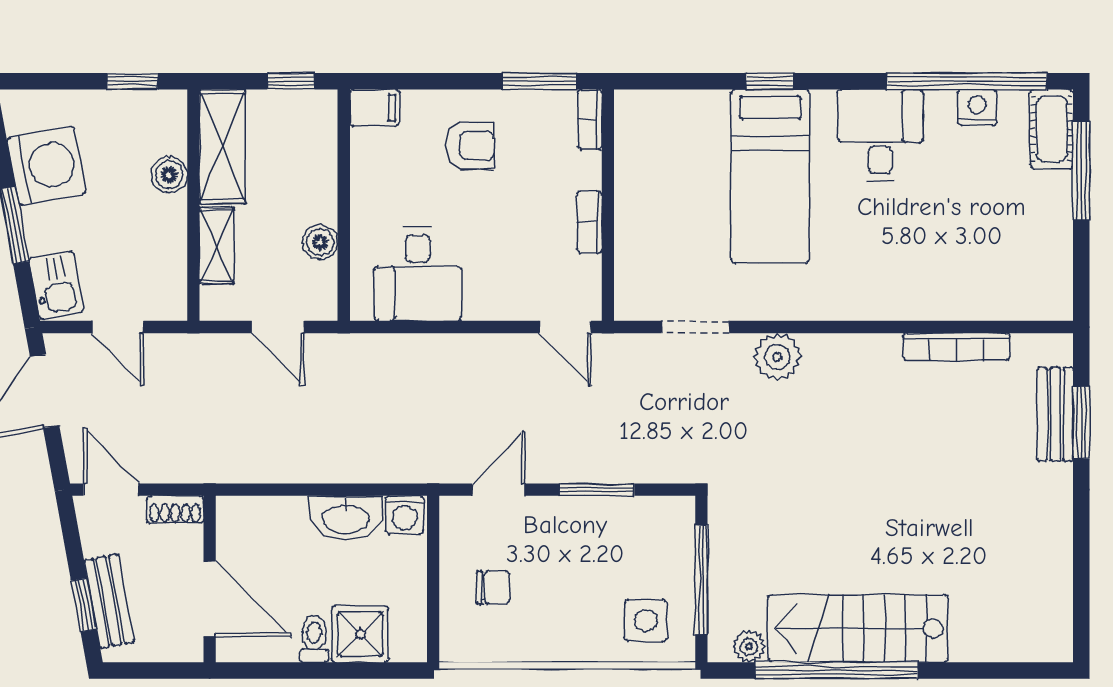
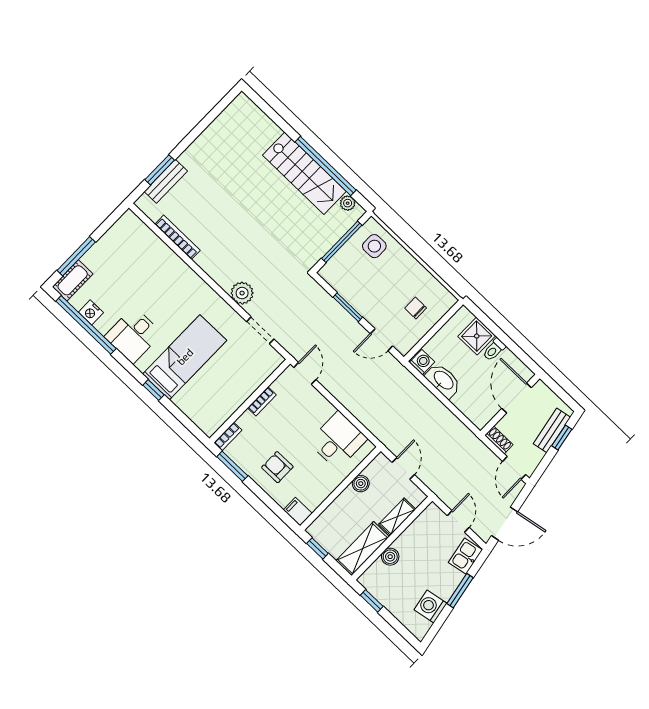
washing machine: (46, 166) -> (430, 607), width x0.73, depth x0.73

